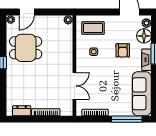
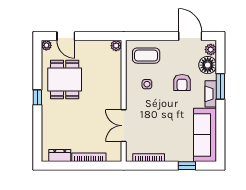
door: (27, 12) -> (66, 36), hinge flipped
dining table: (26, 48) -> (65, 79), turned 90
double door: (74, 86) -> (124, 126), swing flipped
window: (127, 119) -> (187, 166), width x0.46

